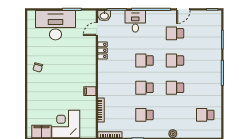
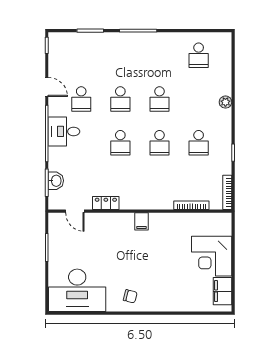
washbasin: (104, 16) -> (56, 181), moved
desk: (135, 21) -> (64, 131), moved
desk: (55, 25) -> (77, 290), moved, turned -90
filing cabinet: (90, 91) -> (141, 221), moved

